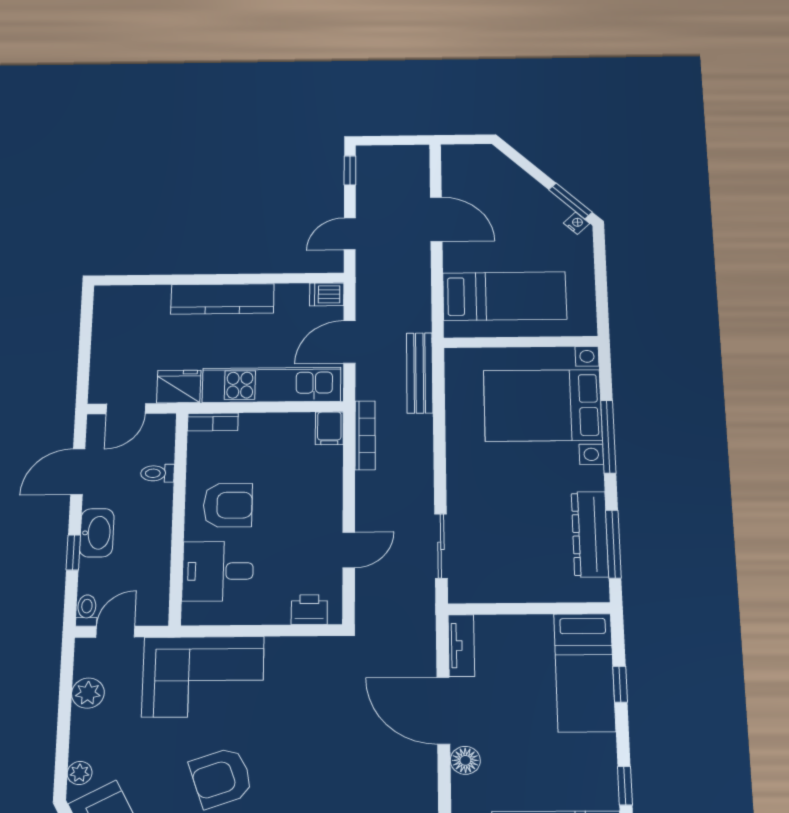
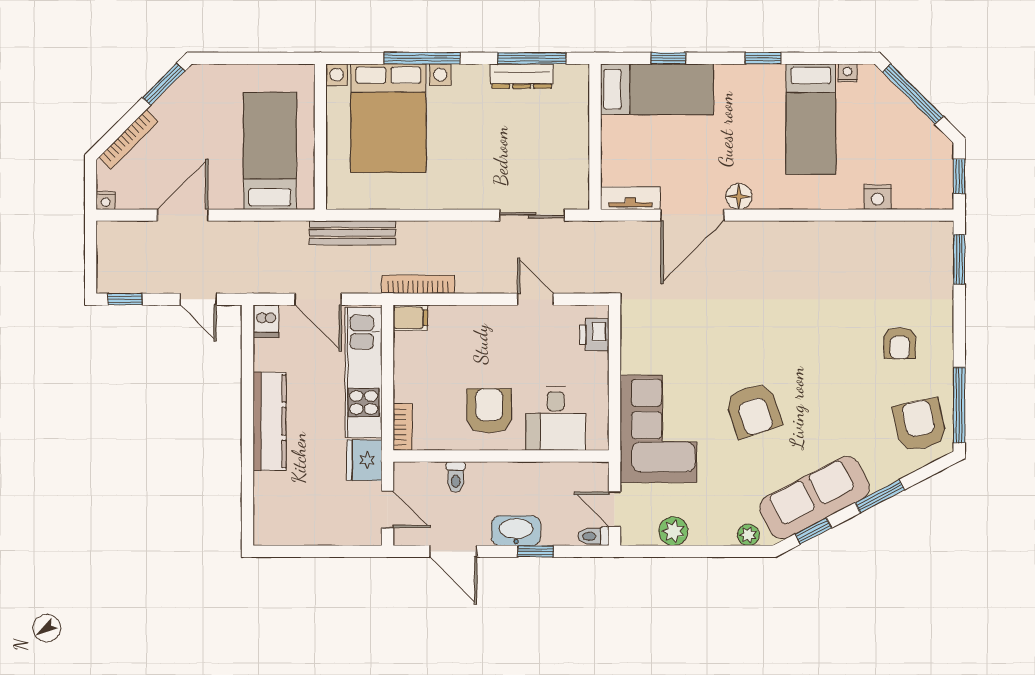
bookcase: (513, 171) -> (129, 139), added
nightstand: (576, 223) -> (106, 201), moved, turned -135
dresser: (590, 534) -> (522, 76), width x0.73, depth x0.80

